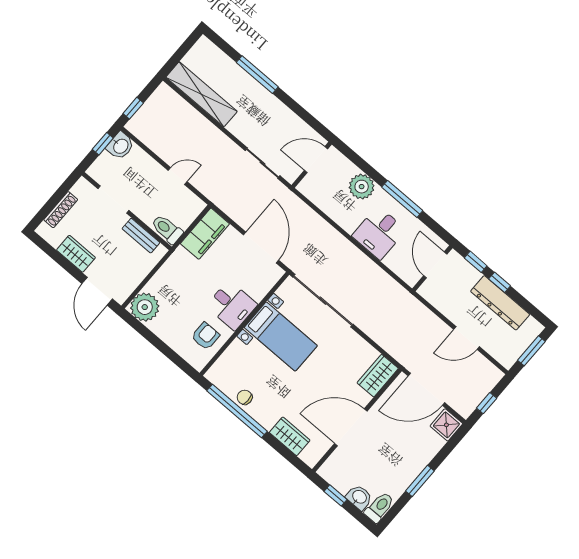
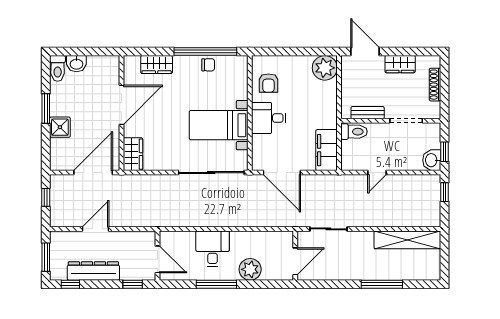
window: (500, 282) -> (70, 284), moved
shower: (446, 425) -> (60, 127), moved
window: (335, 495) -> (93, 51), removed

